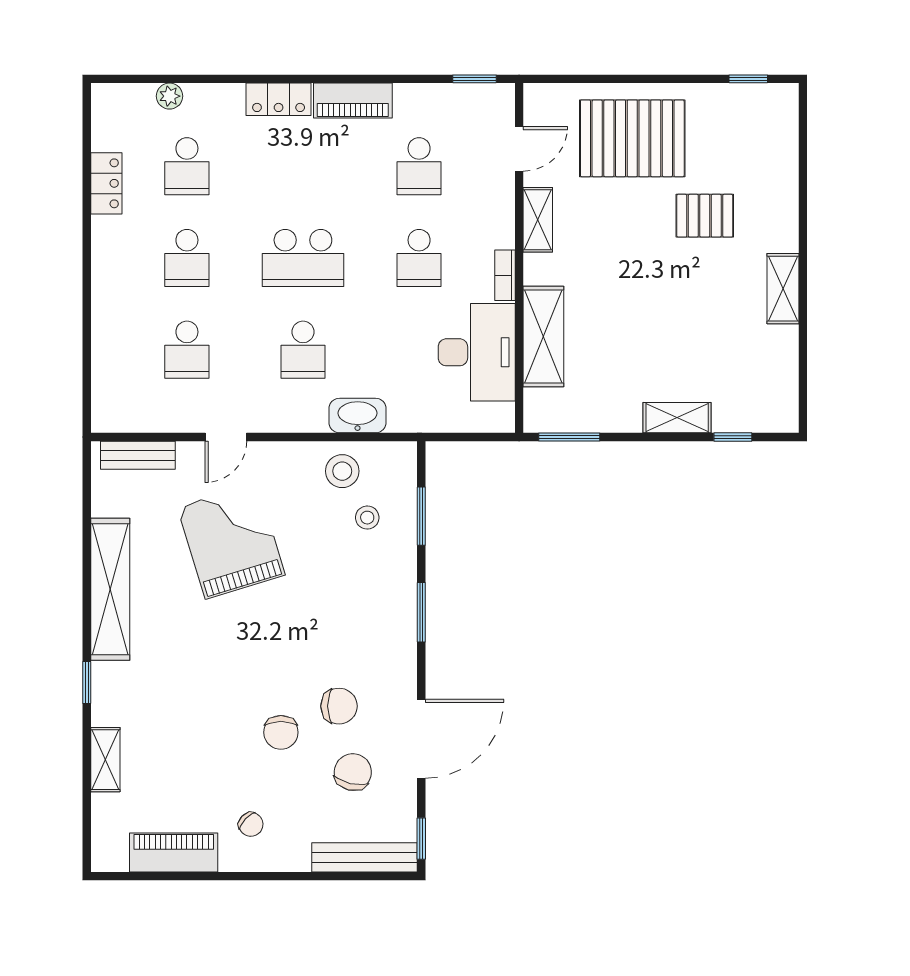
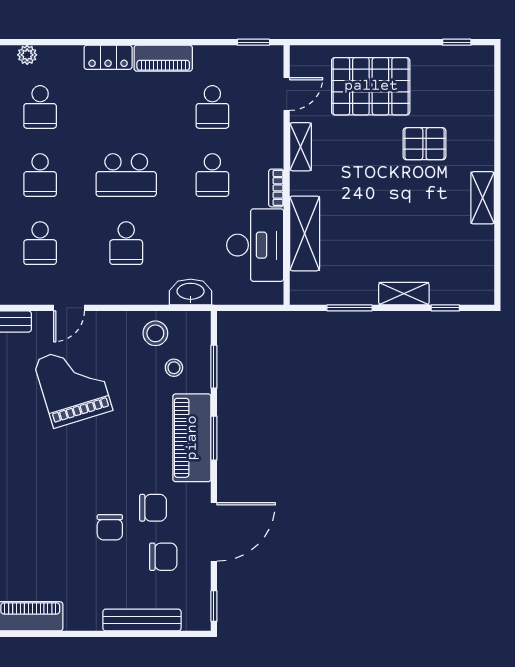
washbasin: (358, 416) -> (191, 292), moved
window: (569, 437) -> (350, 308), moved
piano: (391, 612) -> (192, 438), added
chair: (353, 772) -> (163, 557), turned 77
chair: (251, 824) -> (87, 595), removed
bench: (365, 857) -> (142, 620), moved

